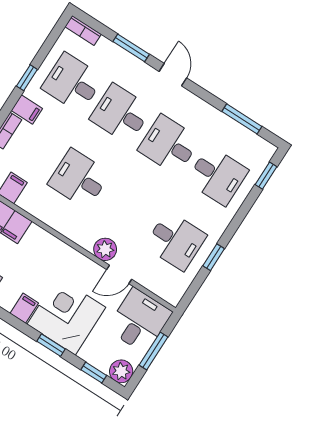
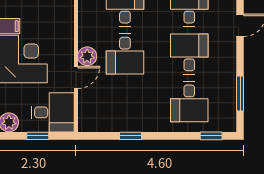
desk: (176, 241) -> (125, 54), moved
door: (119, 274) -> (76, 77), swing flipped
window: (153, 351) -> (38, 136), width x0.67

